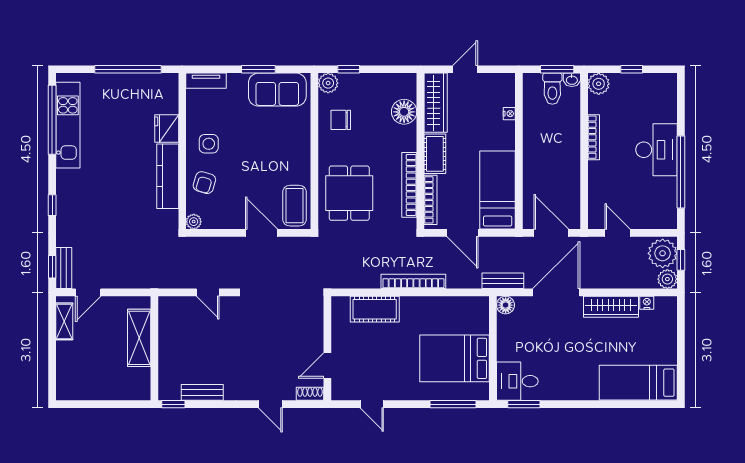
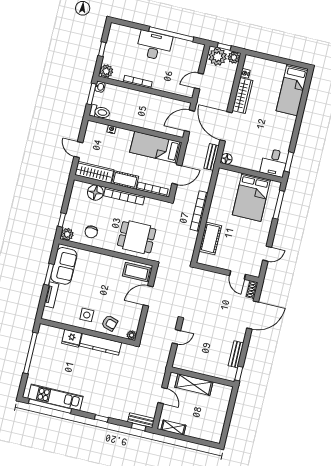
tv unit: (206, 81) -> (51, 295), moved
toilet: (552, 89) -> (100, 112), moved
bookcase: (409, 185) -> (124, 196), moved
door: (88, 292) -> (162, 396), moved
door: (270, 404) -> (253, 315), width x1.87

